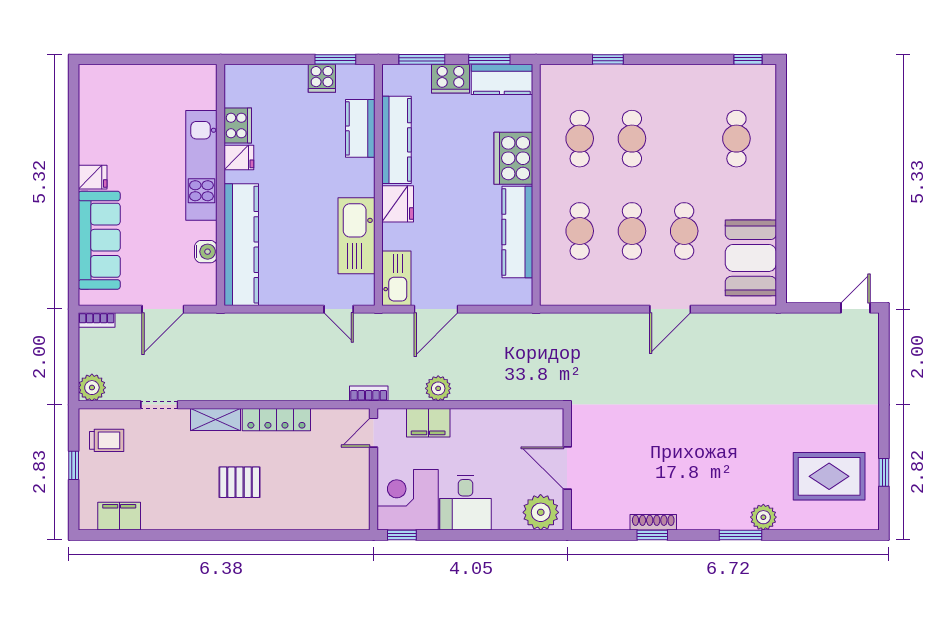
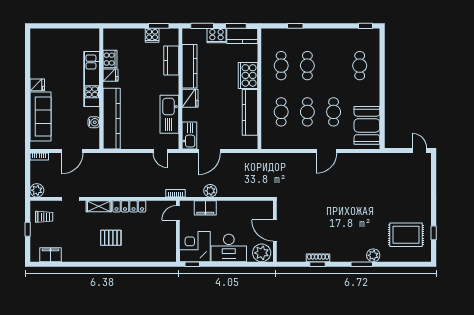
door: (856, 308) -> (419, 150), hinge flipped
desk: (466, 503) -> (229, 248), width x1.37

